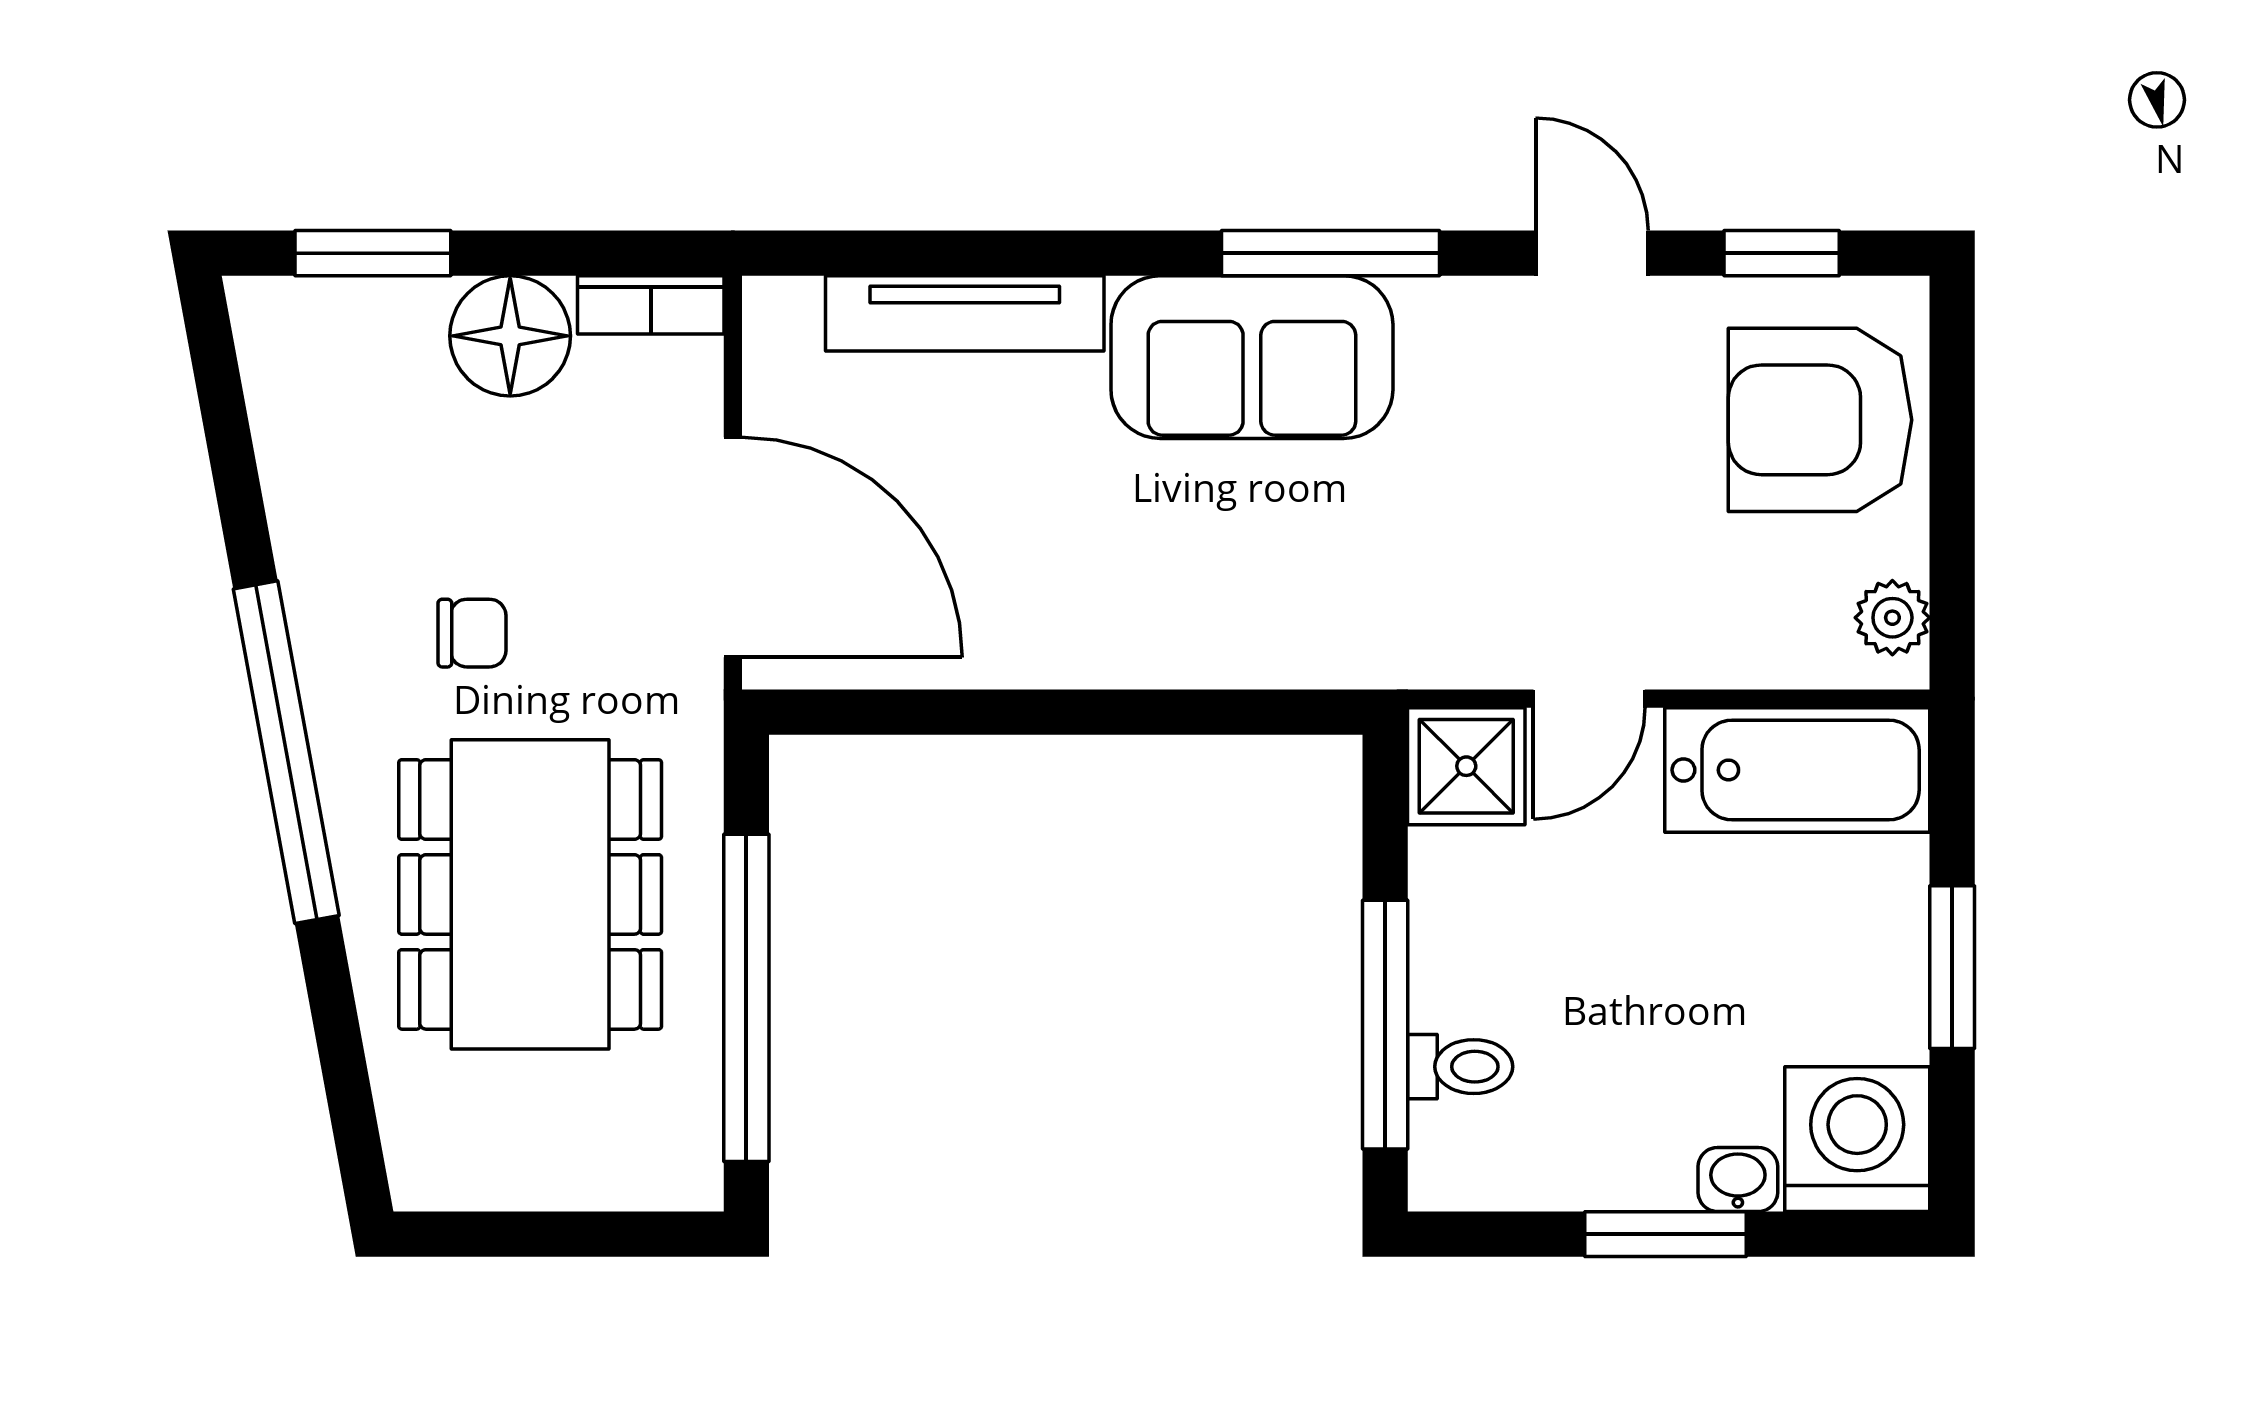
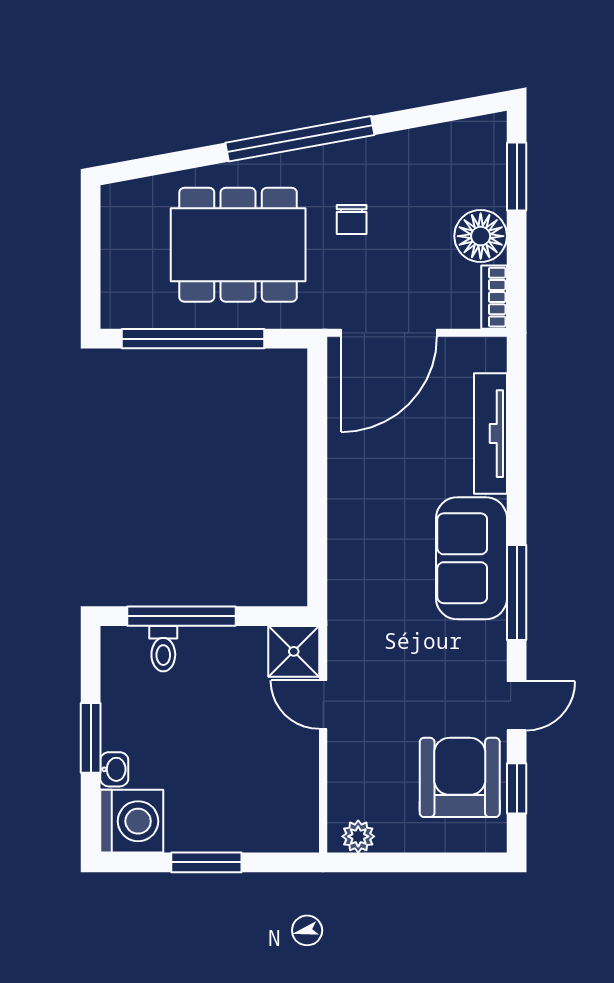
armchair: (1820, 420) -> (460, 777), moved
bathtub: (1797, 770) -> (292, 795), removed

